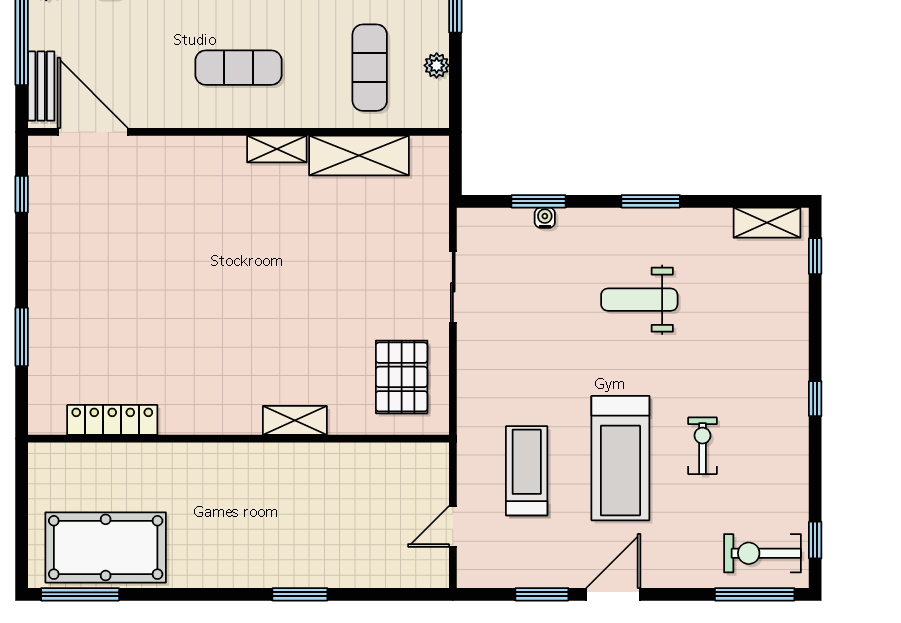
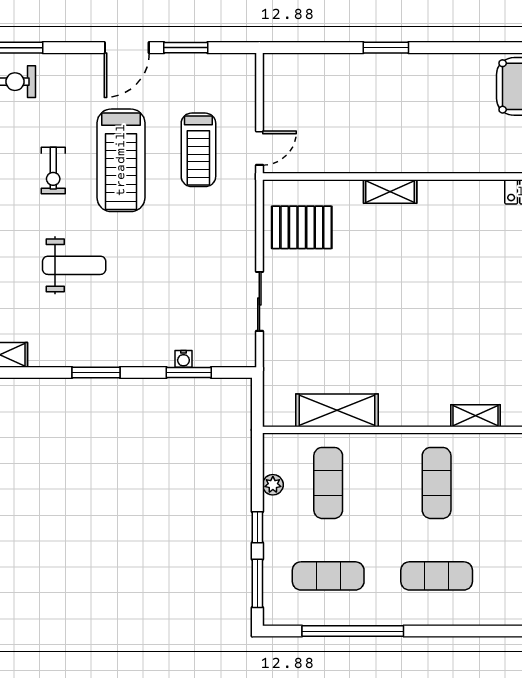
exercise mat: (239, 68) -> (437, 483), turned 90
shelving: (277, 149) -> (475, 416), moved
weight bench: (639, 300) -> (74, 265), moved
pallet: (402, 377) -> (302, 227), turned 90
treadmill: (620, 458) -> (121, 160), turned 180
door: (453, 526) -> (259, 148), moved

